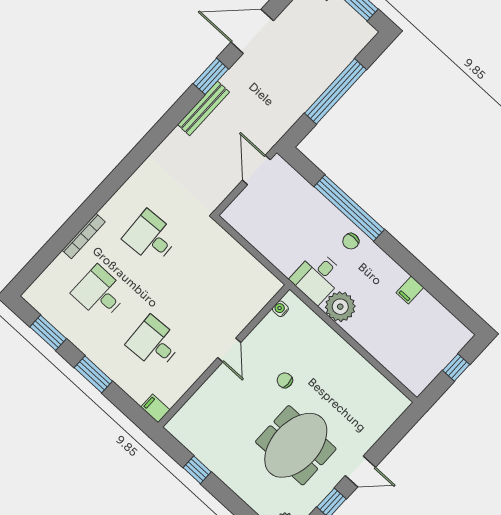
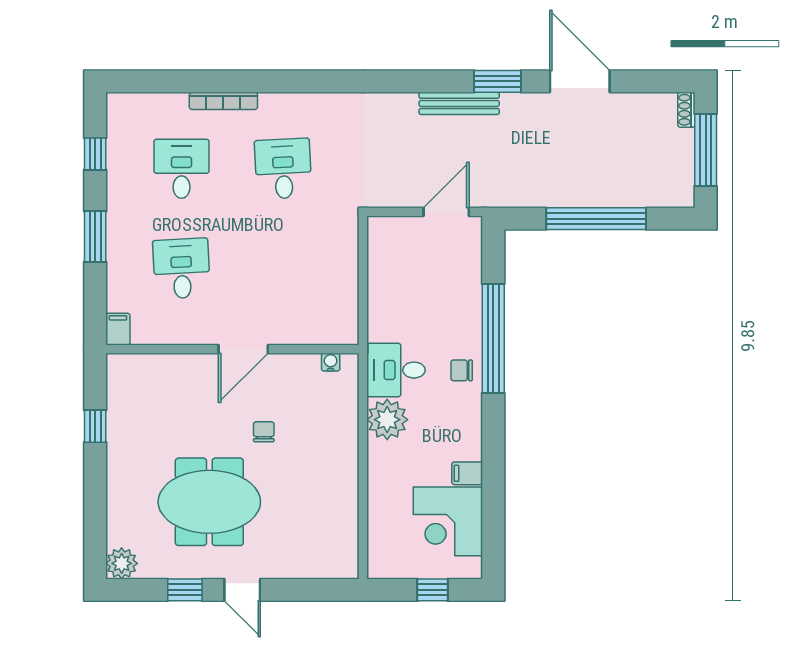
corner desk: (426, 325) -> (448, 521), added
window: (48, 333) -> (95, 154), width x0.67
door: (229, 350) -> (243, 349), width x1.38

